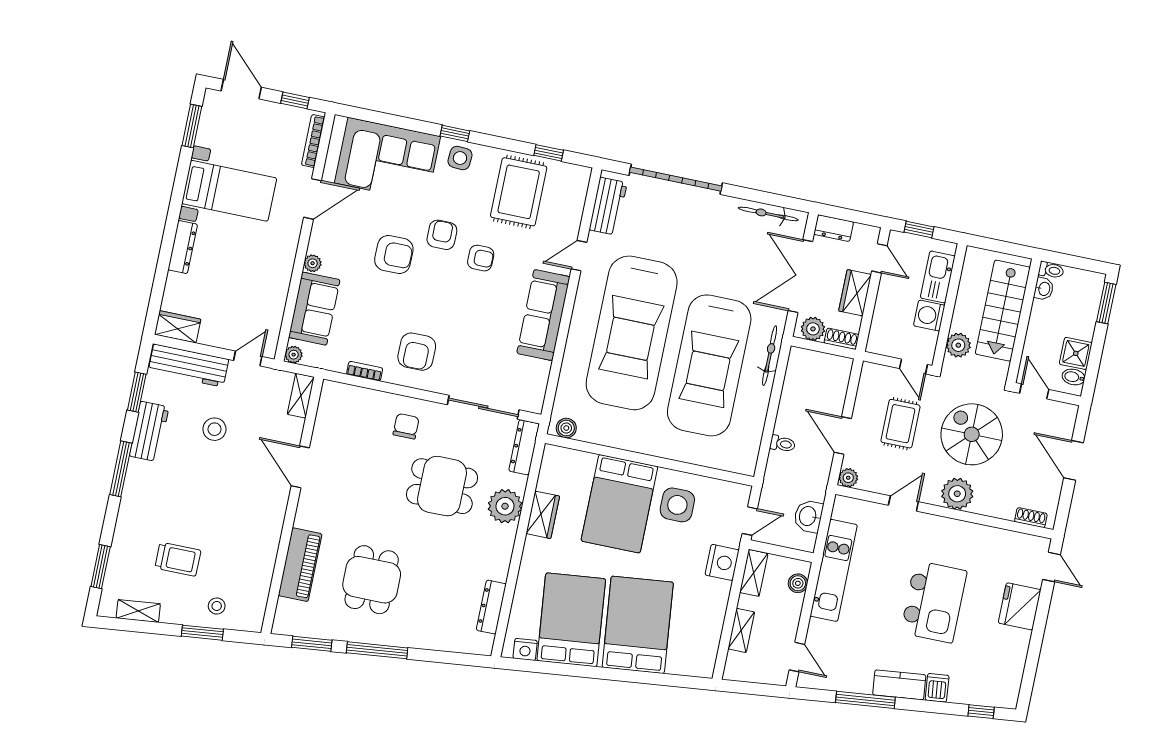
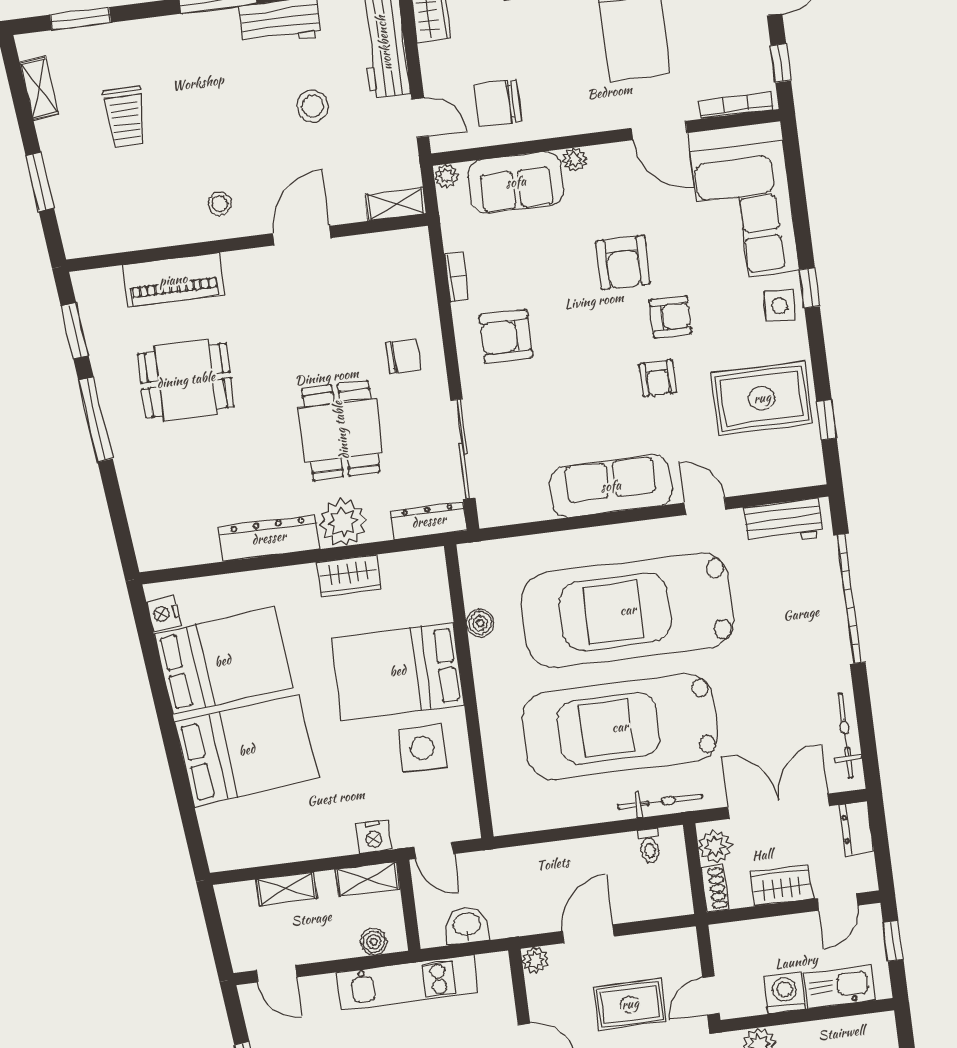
chair: (256, 302) -> (498, 103), added
boiler: (566, 428) -> (480, 623), moved
toilet: (783, 444) -> (649, 846), moved
nightstand: (722, 562) -> (373, 837), width x0.74, depth x0.75
stool: (217, 606) -> (220, 204), moved
dresser: (491, 607) -> (269, 538), moved, width x1.37, depth x1.24
door: (797, 657) -> (277, 974), hinge flipped

